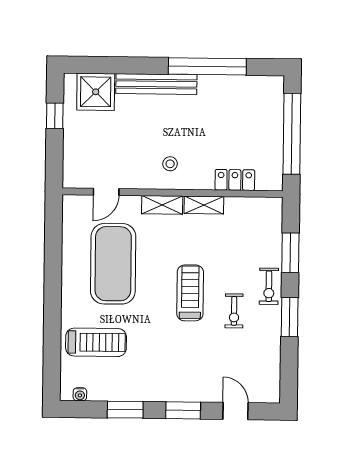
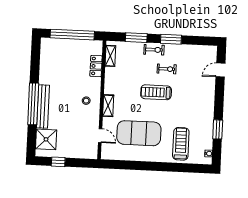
window: (207, 66) -> (33, 104), moved
shelving: (204, 205) -> (110, 56), moved
window: (183, 410) -> (219, 98), removed

